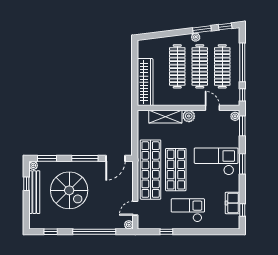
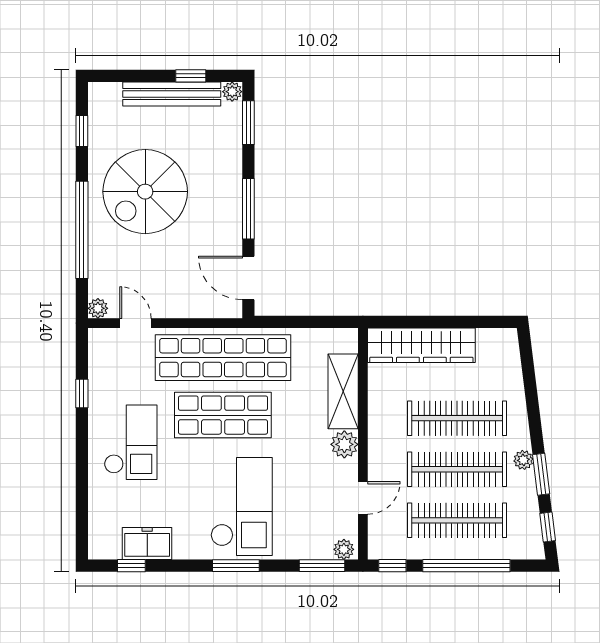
spiral stairs: (69, 190) -> (145, 192), moved

